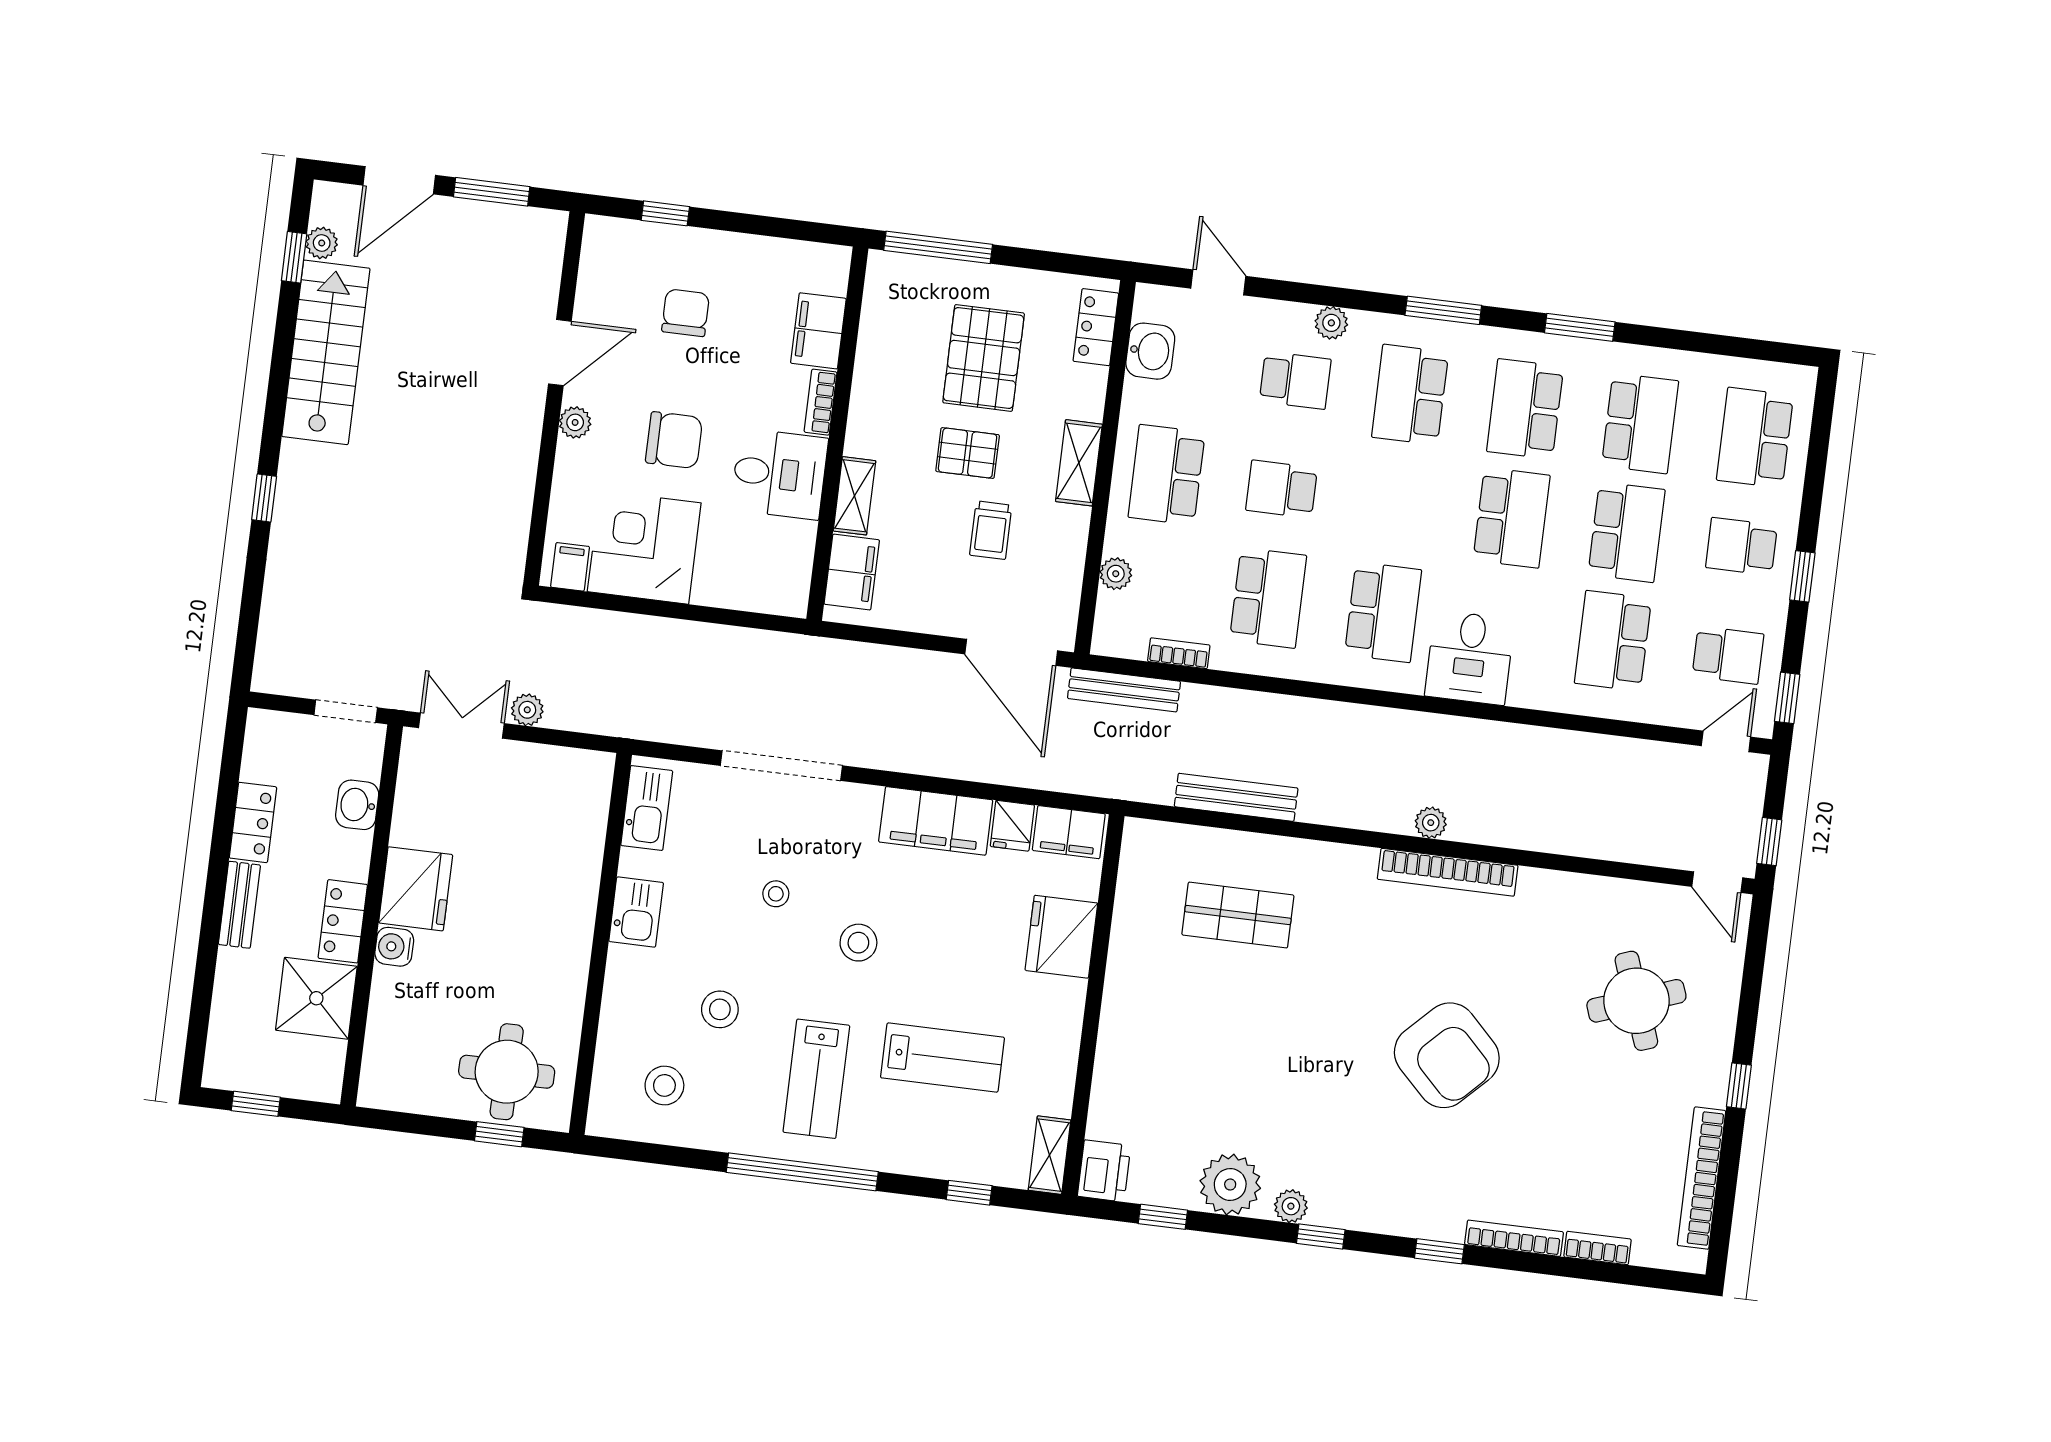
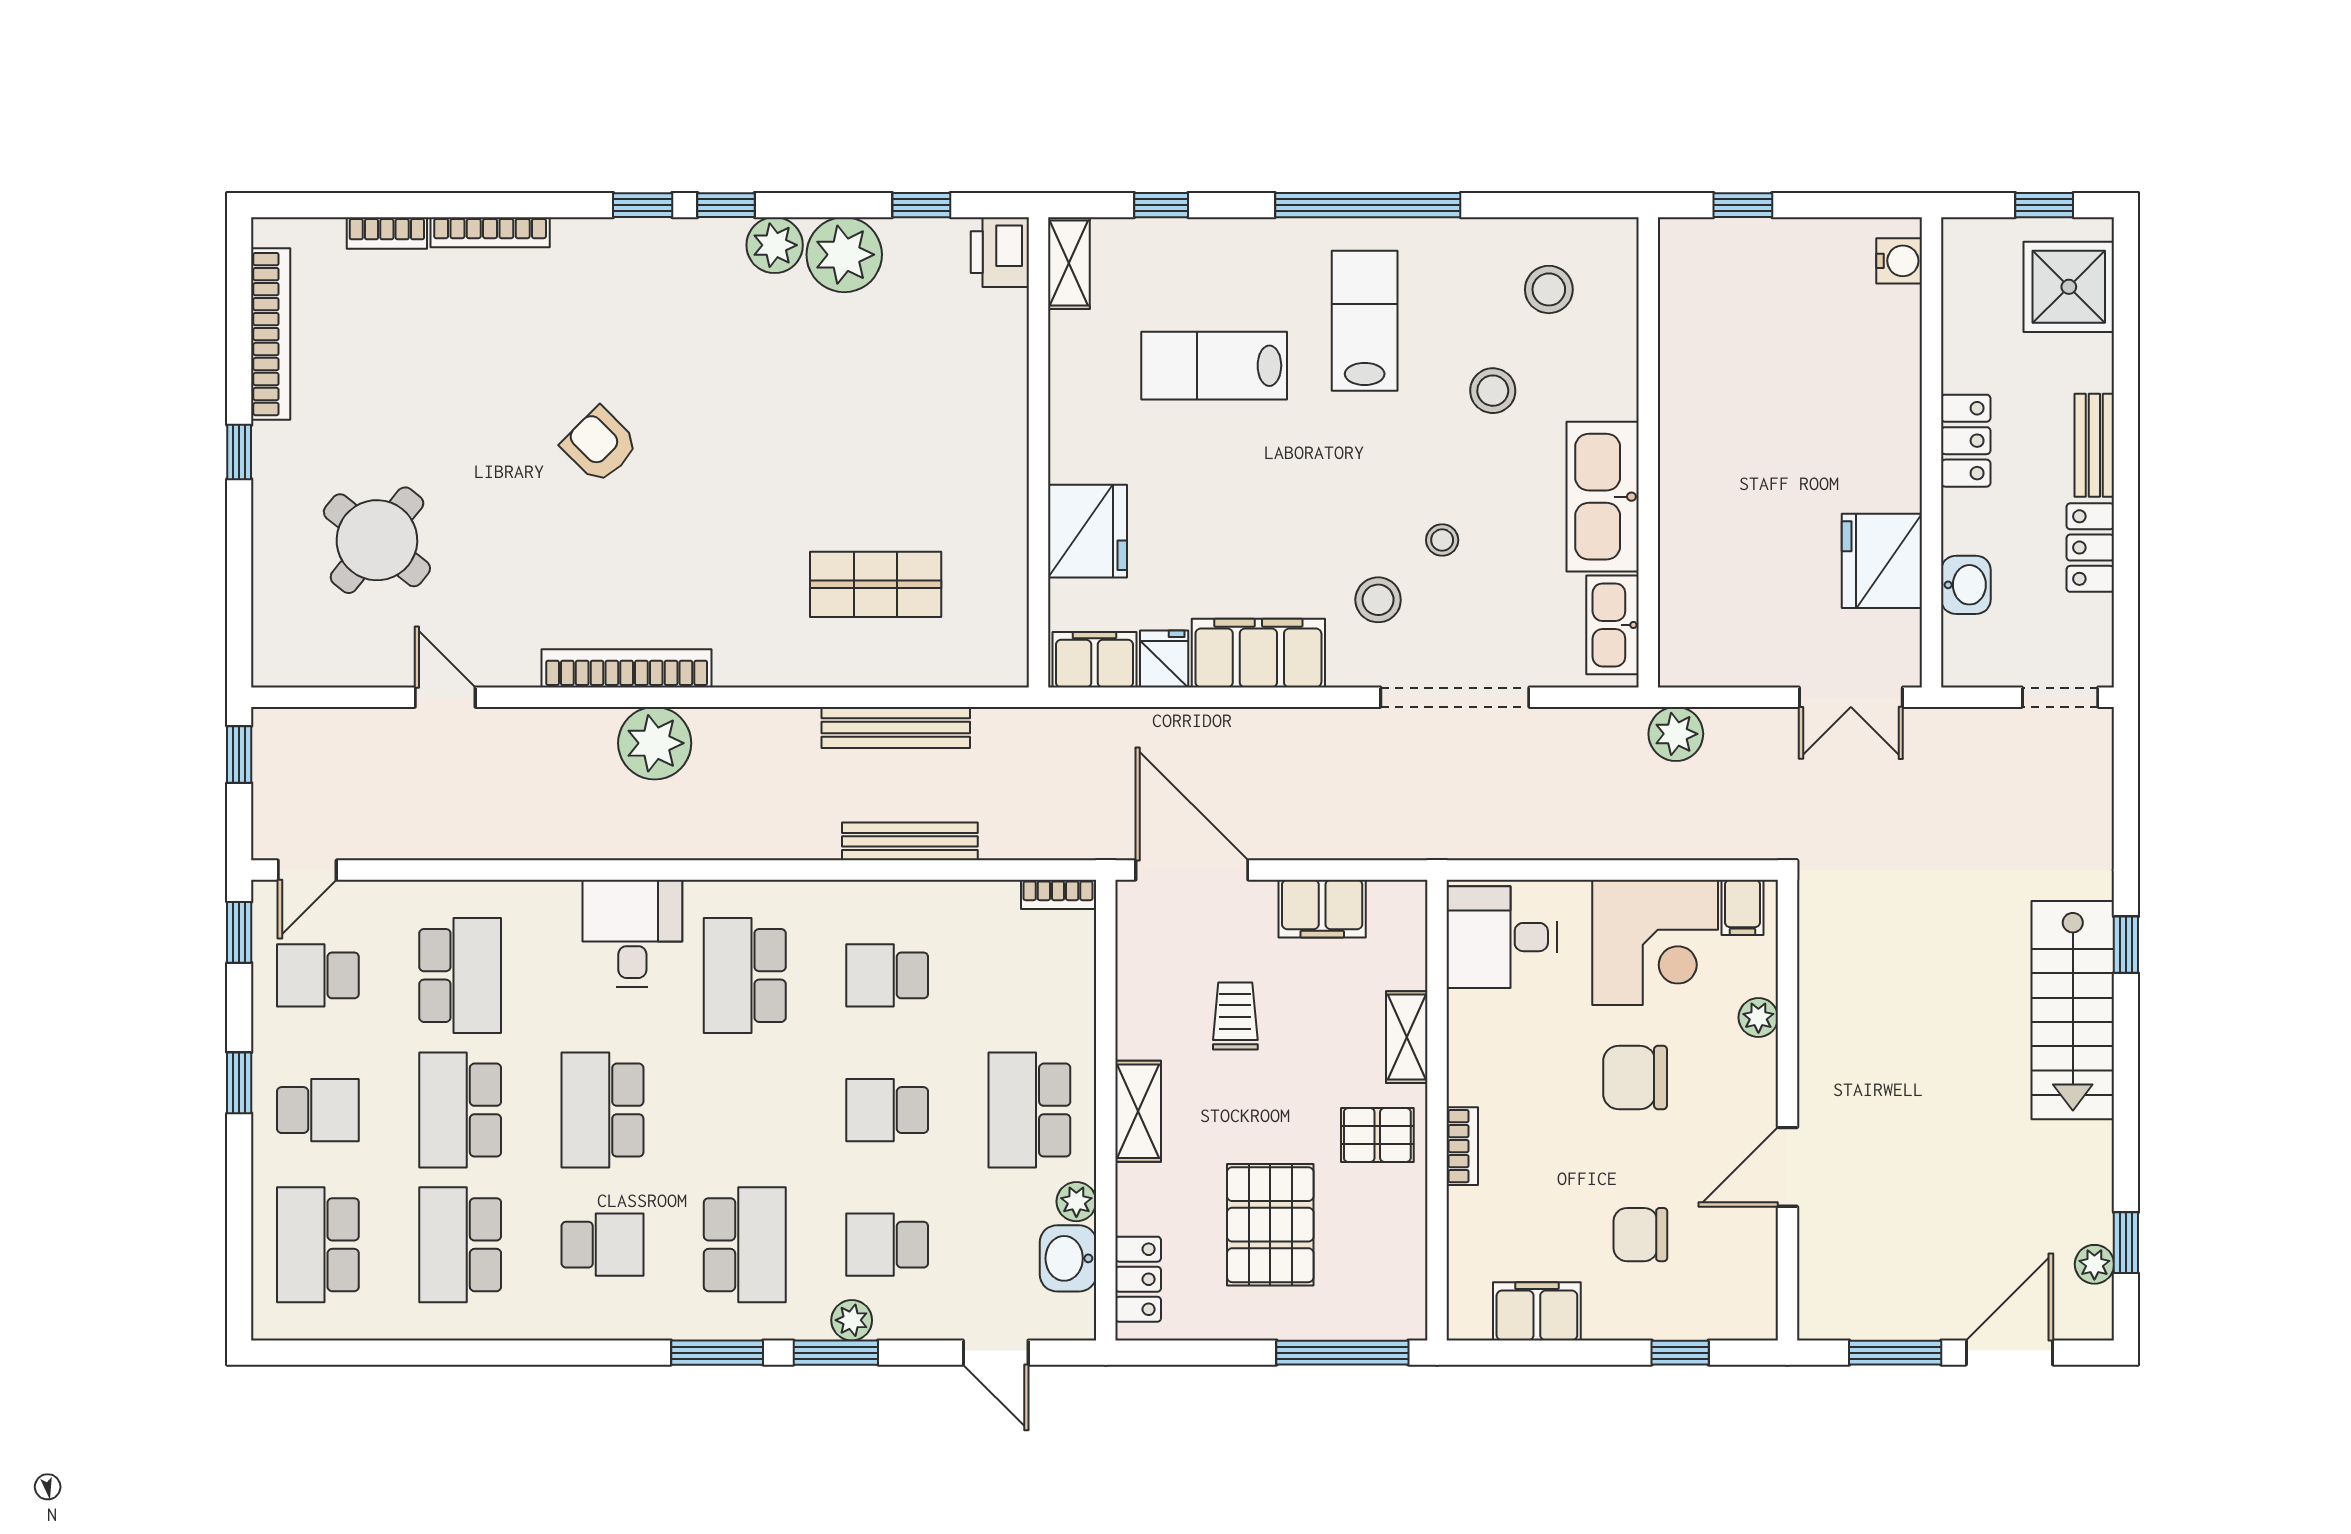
chair: (686, 313) -> (1640, 1235), turned 90
window: (1580, 327) -> (836, 1353), moved
filing cabinet: (818, 331) -> (1537, 1311), moved, turned -90
stairs: (326, 352) -> (2073, 1010), moved
school desk: (1525, 409) -> (602, 1245), width x0.54
plant: (575, 422) -> (1758, 1017), moved
school desk: (1755, 438) -> (318, 1245), turned 180
pallet: (968, 453) -> (1377, 1135), moved
desk: (779, 474) -> (1502, 937), moved
school desk: (1167, 475) -> (1029, 1110), turned 180
school desk: (1282, 489) -> (887, 1110), turned 180
filing cabinet: (852, 572) -> (1322, 909), moved, turned -90
plant: (1116, 574) -> (1076, 1202), moved
school desk: (1268, 598) -> (887, 975), width x0.54
bookcase: (1179, 653) -> (1058, 894), moved
bench: (1124, 690) -> (910, 841), moved
plant: (527, 710) -> (1676, 734), moved, width x1.38, depth x1.38
doorway: (346, 711) -> (2060, 697), moved
plant: (1431, 823) -> (655, 743), width x1.87, depth x1.87
door: (1717, 882) -> (445, 697), moved
fridge: (416, 889) -> (1882, 561), moved
kitchen sink: (636, 912) -> (1603, 497), width x1.88, depth x1.24
stool: (858, 943) -> (1378, 600), moved
water cooler: (394, 947) -> (1899, 261), moved
shower: (316, 998) -> (2069, 287), moved
round table: (1636, 1001) -> (377, 540), turned -31
armchair: (1447, 1055) -> (600, 445), width x0.53, depth x0.53
round table: (507, 1072) -> (1743, 282), removed
plant: (1291, 1206) -> (775, 245), width x1.38, depth x1.38
window: (1439, 1251) -> (643, 205), moved

